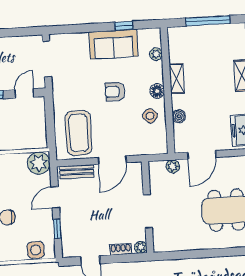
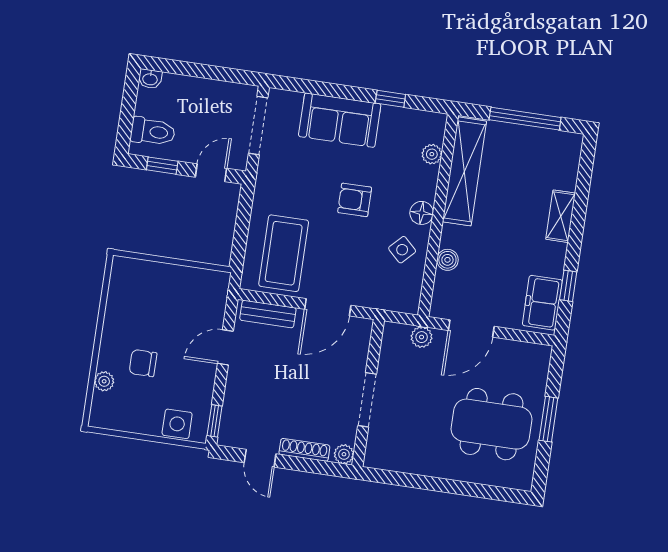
sofa: (113, 44) -> (340, 120), moved
shelving: (177, 79) -> (464, 171), width x2.20, depth x1.33
plant: (39, 163) -> (211, 288), removed
window: (57, 229) -> (215, 421), moved
shoe rack: (121, 249) -> (304, 450), width x1.43

